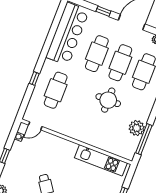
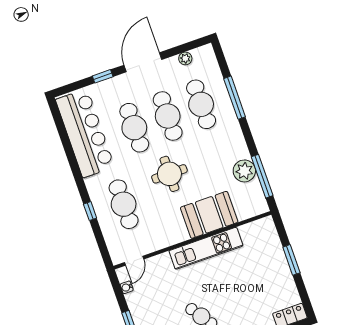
round table: (108, 100) -> (169, 174), moved
booth: (97, 135) -> (209, 215), added
kitchen unit: (101, 160) -> (206, 248), moved

